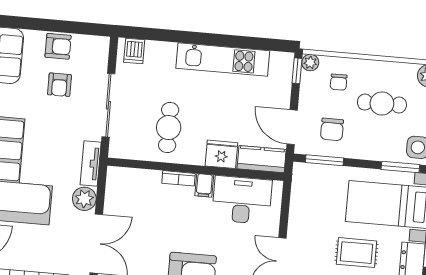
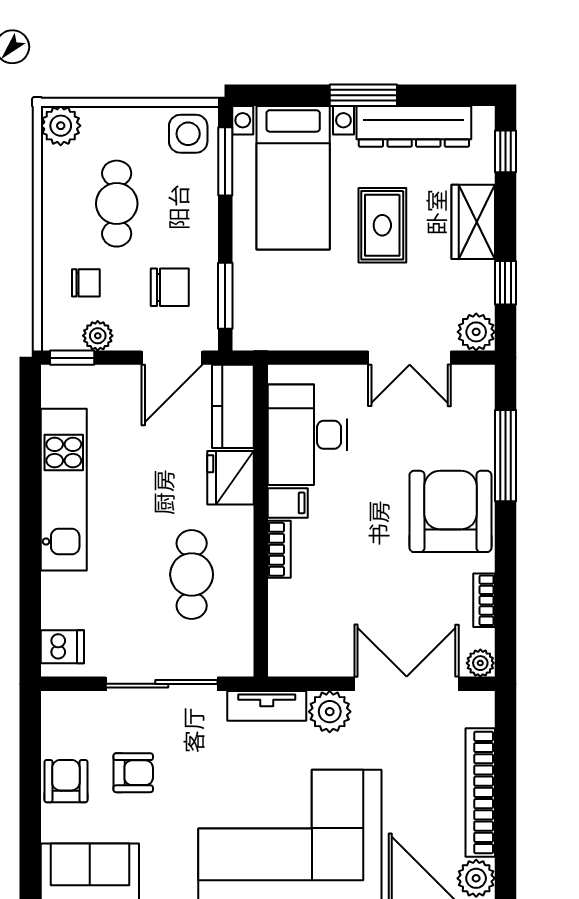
plant: (310, 63) -> (98, 336), moved
cafe table: (169, 128) -> (192, 575), turned 90

